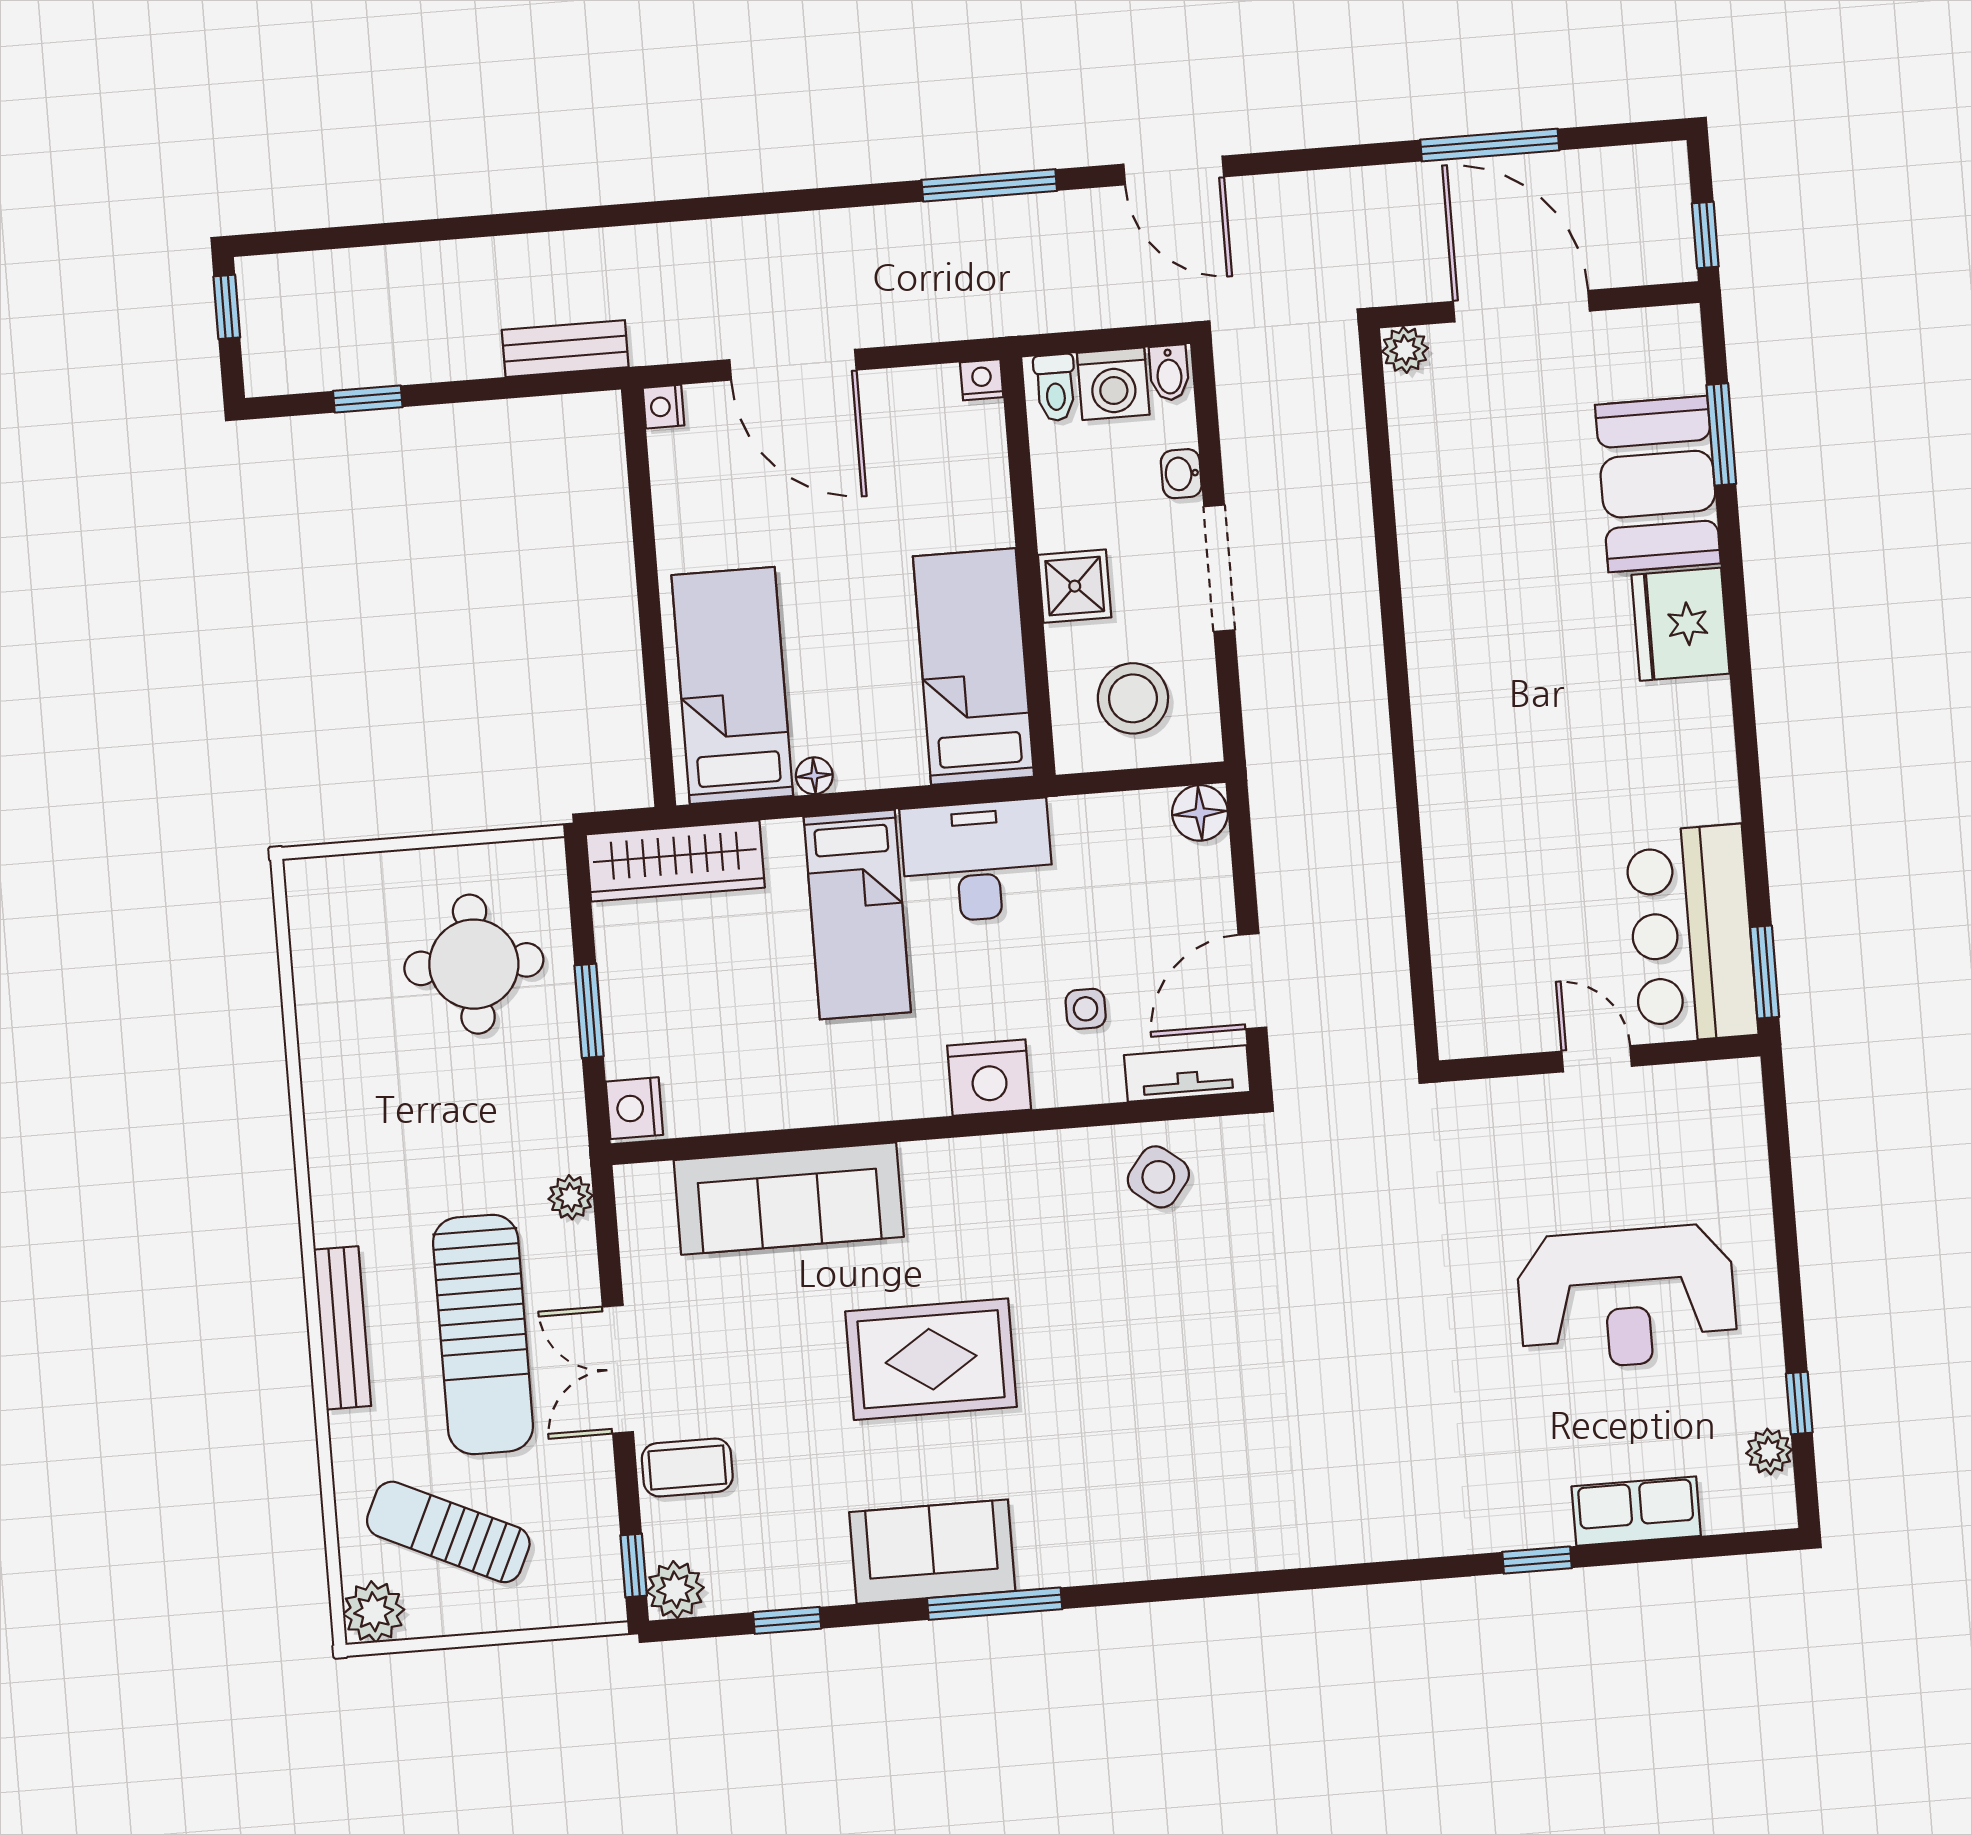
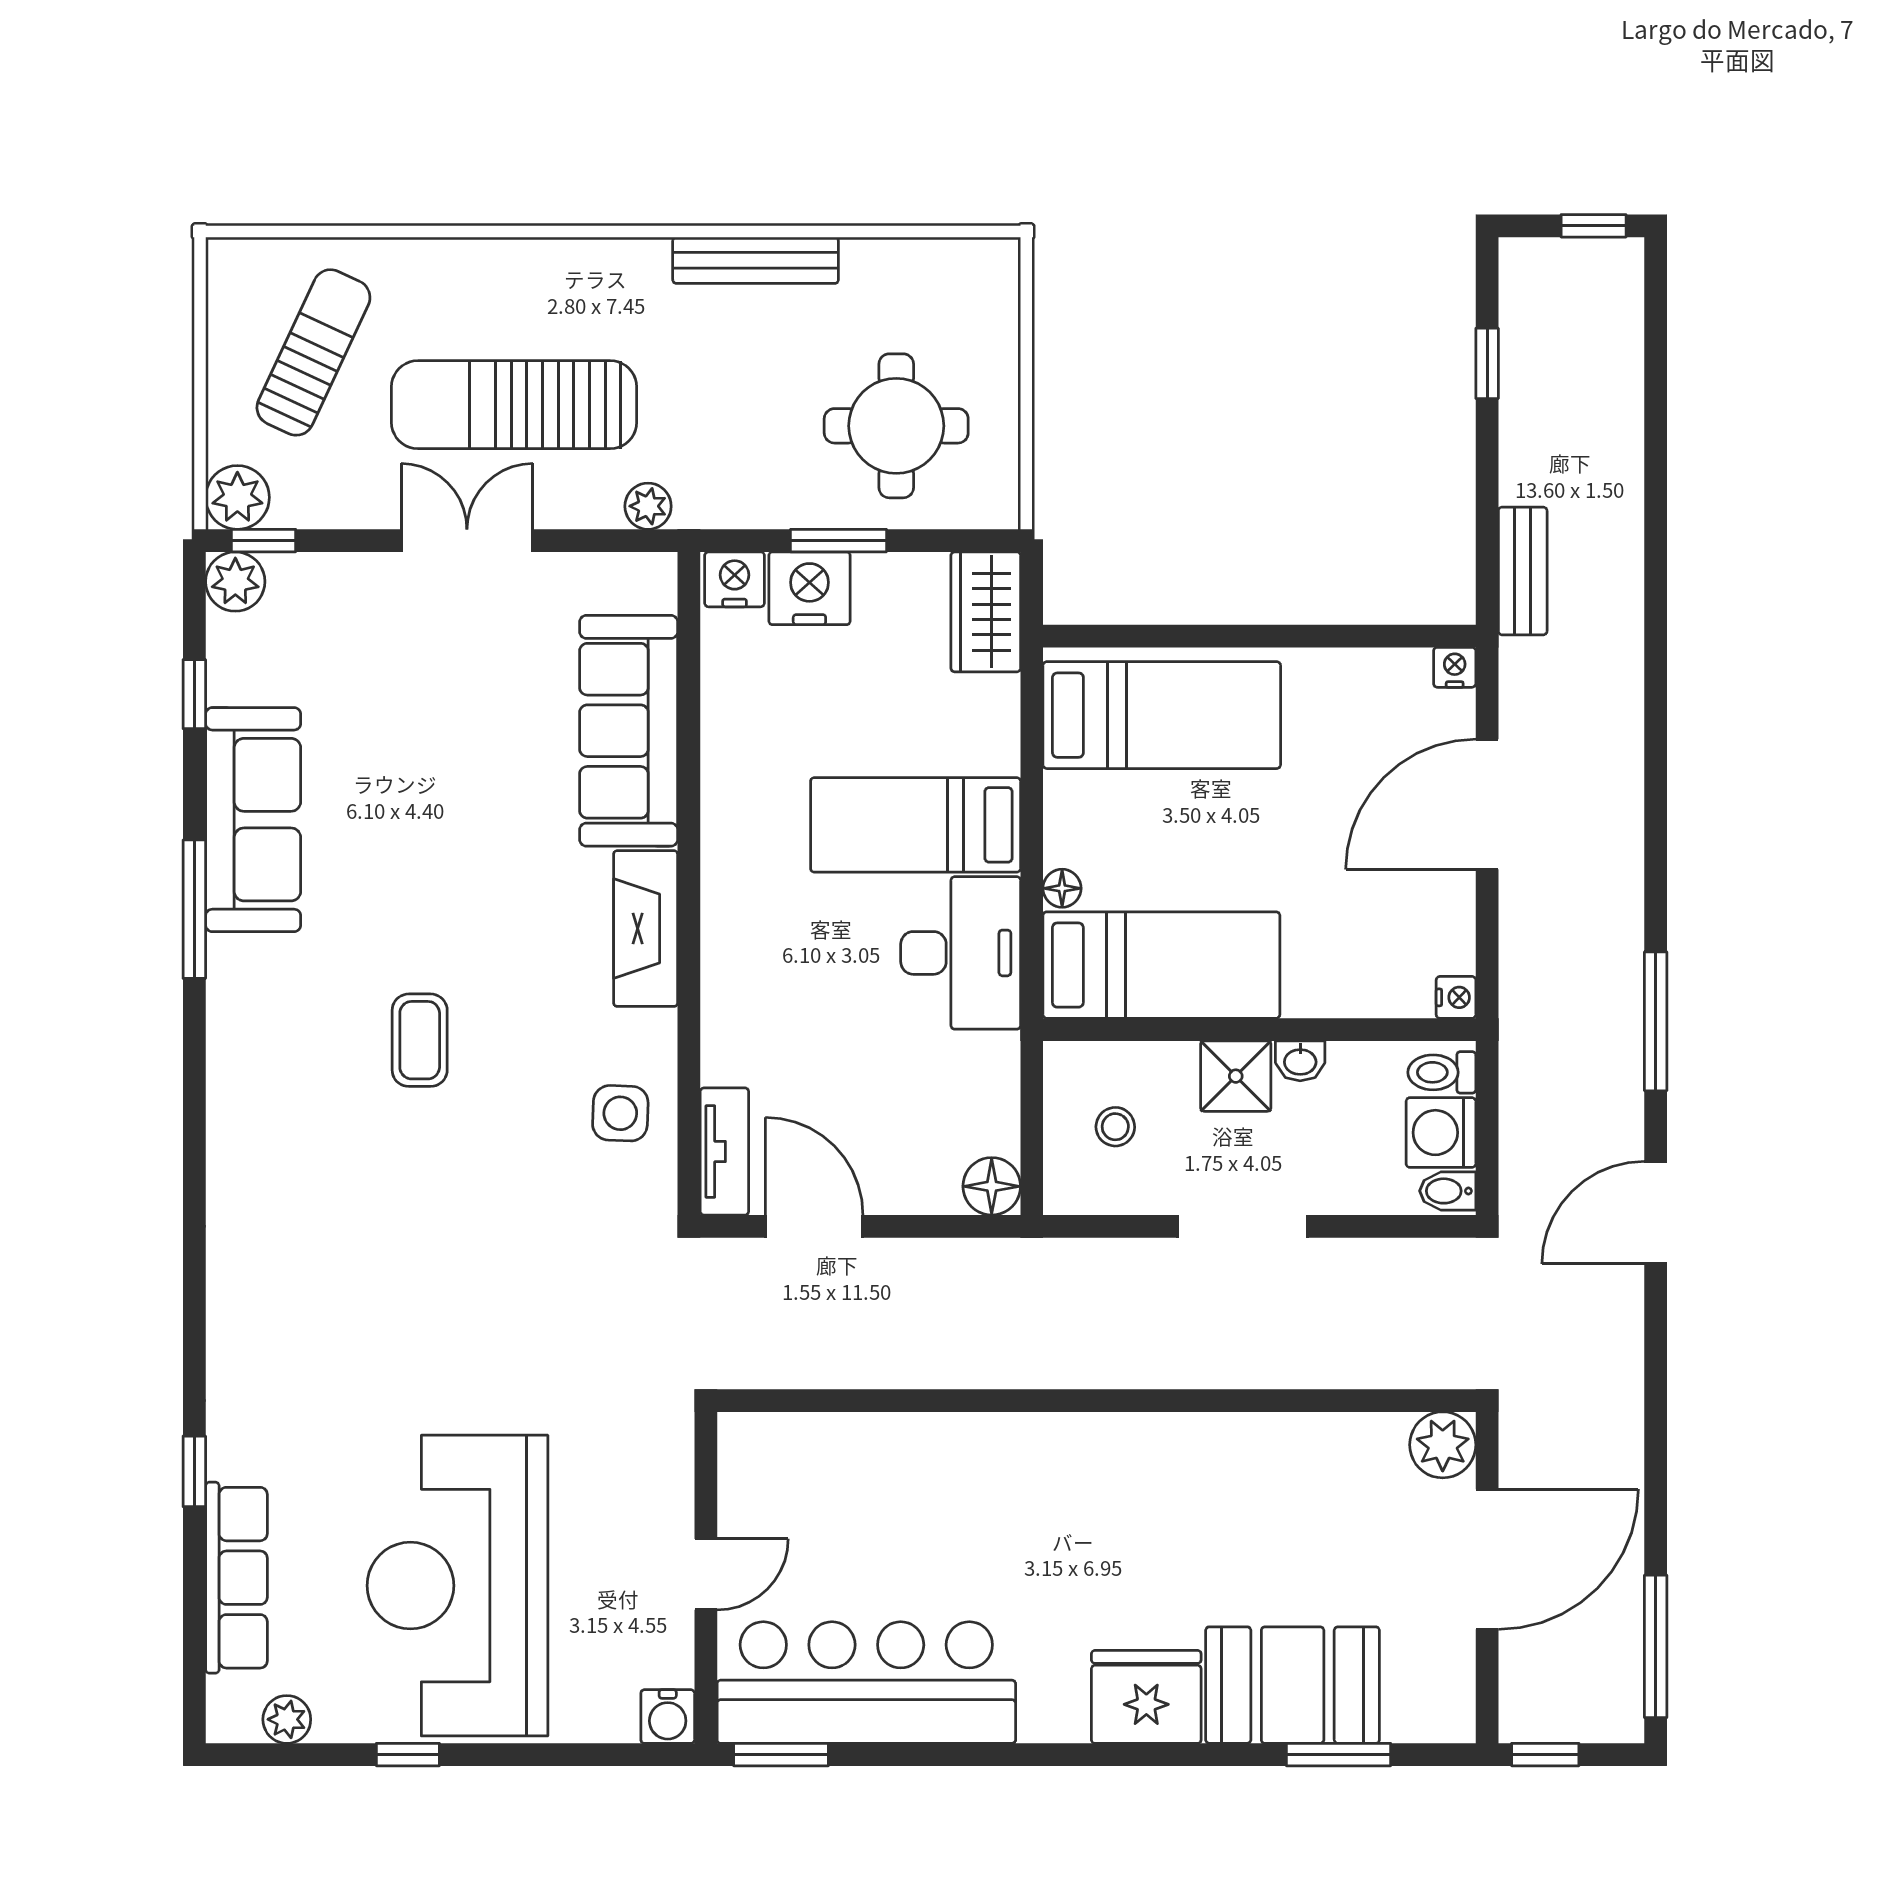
window: (1490, 145) -> (1656, 1646), moved
plant: (1405, 350) -> (1443, 1445), width x1.38, depth x1.38
washbasin: (1181, 474) -> (1300, 1061), moved, turned 180
stool: (1133, 698) -> (1115, 1127), width x0.53, depth x0.53
floor lamp: (814, 776) -> (1062, 888), moved
wardrobe: (675, 861) -> (986, 612), width x0.67
bar counter: (1692, 934) -> (866, 1683), width x1.36
side table: (1086, 1009) -> (799, 1052), removed
nightstand: (989, 1078) -> (809, 588), moved, turned 90
water cooler: (1737, 1084) -> (668, 1717), added
fireplace: (978, 1167) -> (646, 929), added
side table: (1158, 1177) -> (620, 1113), turned -36
reception desk: (1627, 1297) -> (457, 1586), width x1.36, depth x1.30
bench: (342, 1328) -> (756, 260), moved
rug: (931, 1359) -> (451, 864), removed
window: (1799, 1403) -> (408, 1755), moved
coffee table: (687, 1467) -> (420, 1040), moved
row of seats: (1636, 1511) -> (236, 1578), width x1.48
sofa: (932, 1552) -> (253, 820), width x1.36
plant: (374, 1612) -> (237, 497), moved

